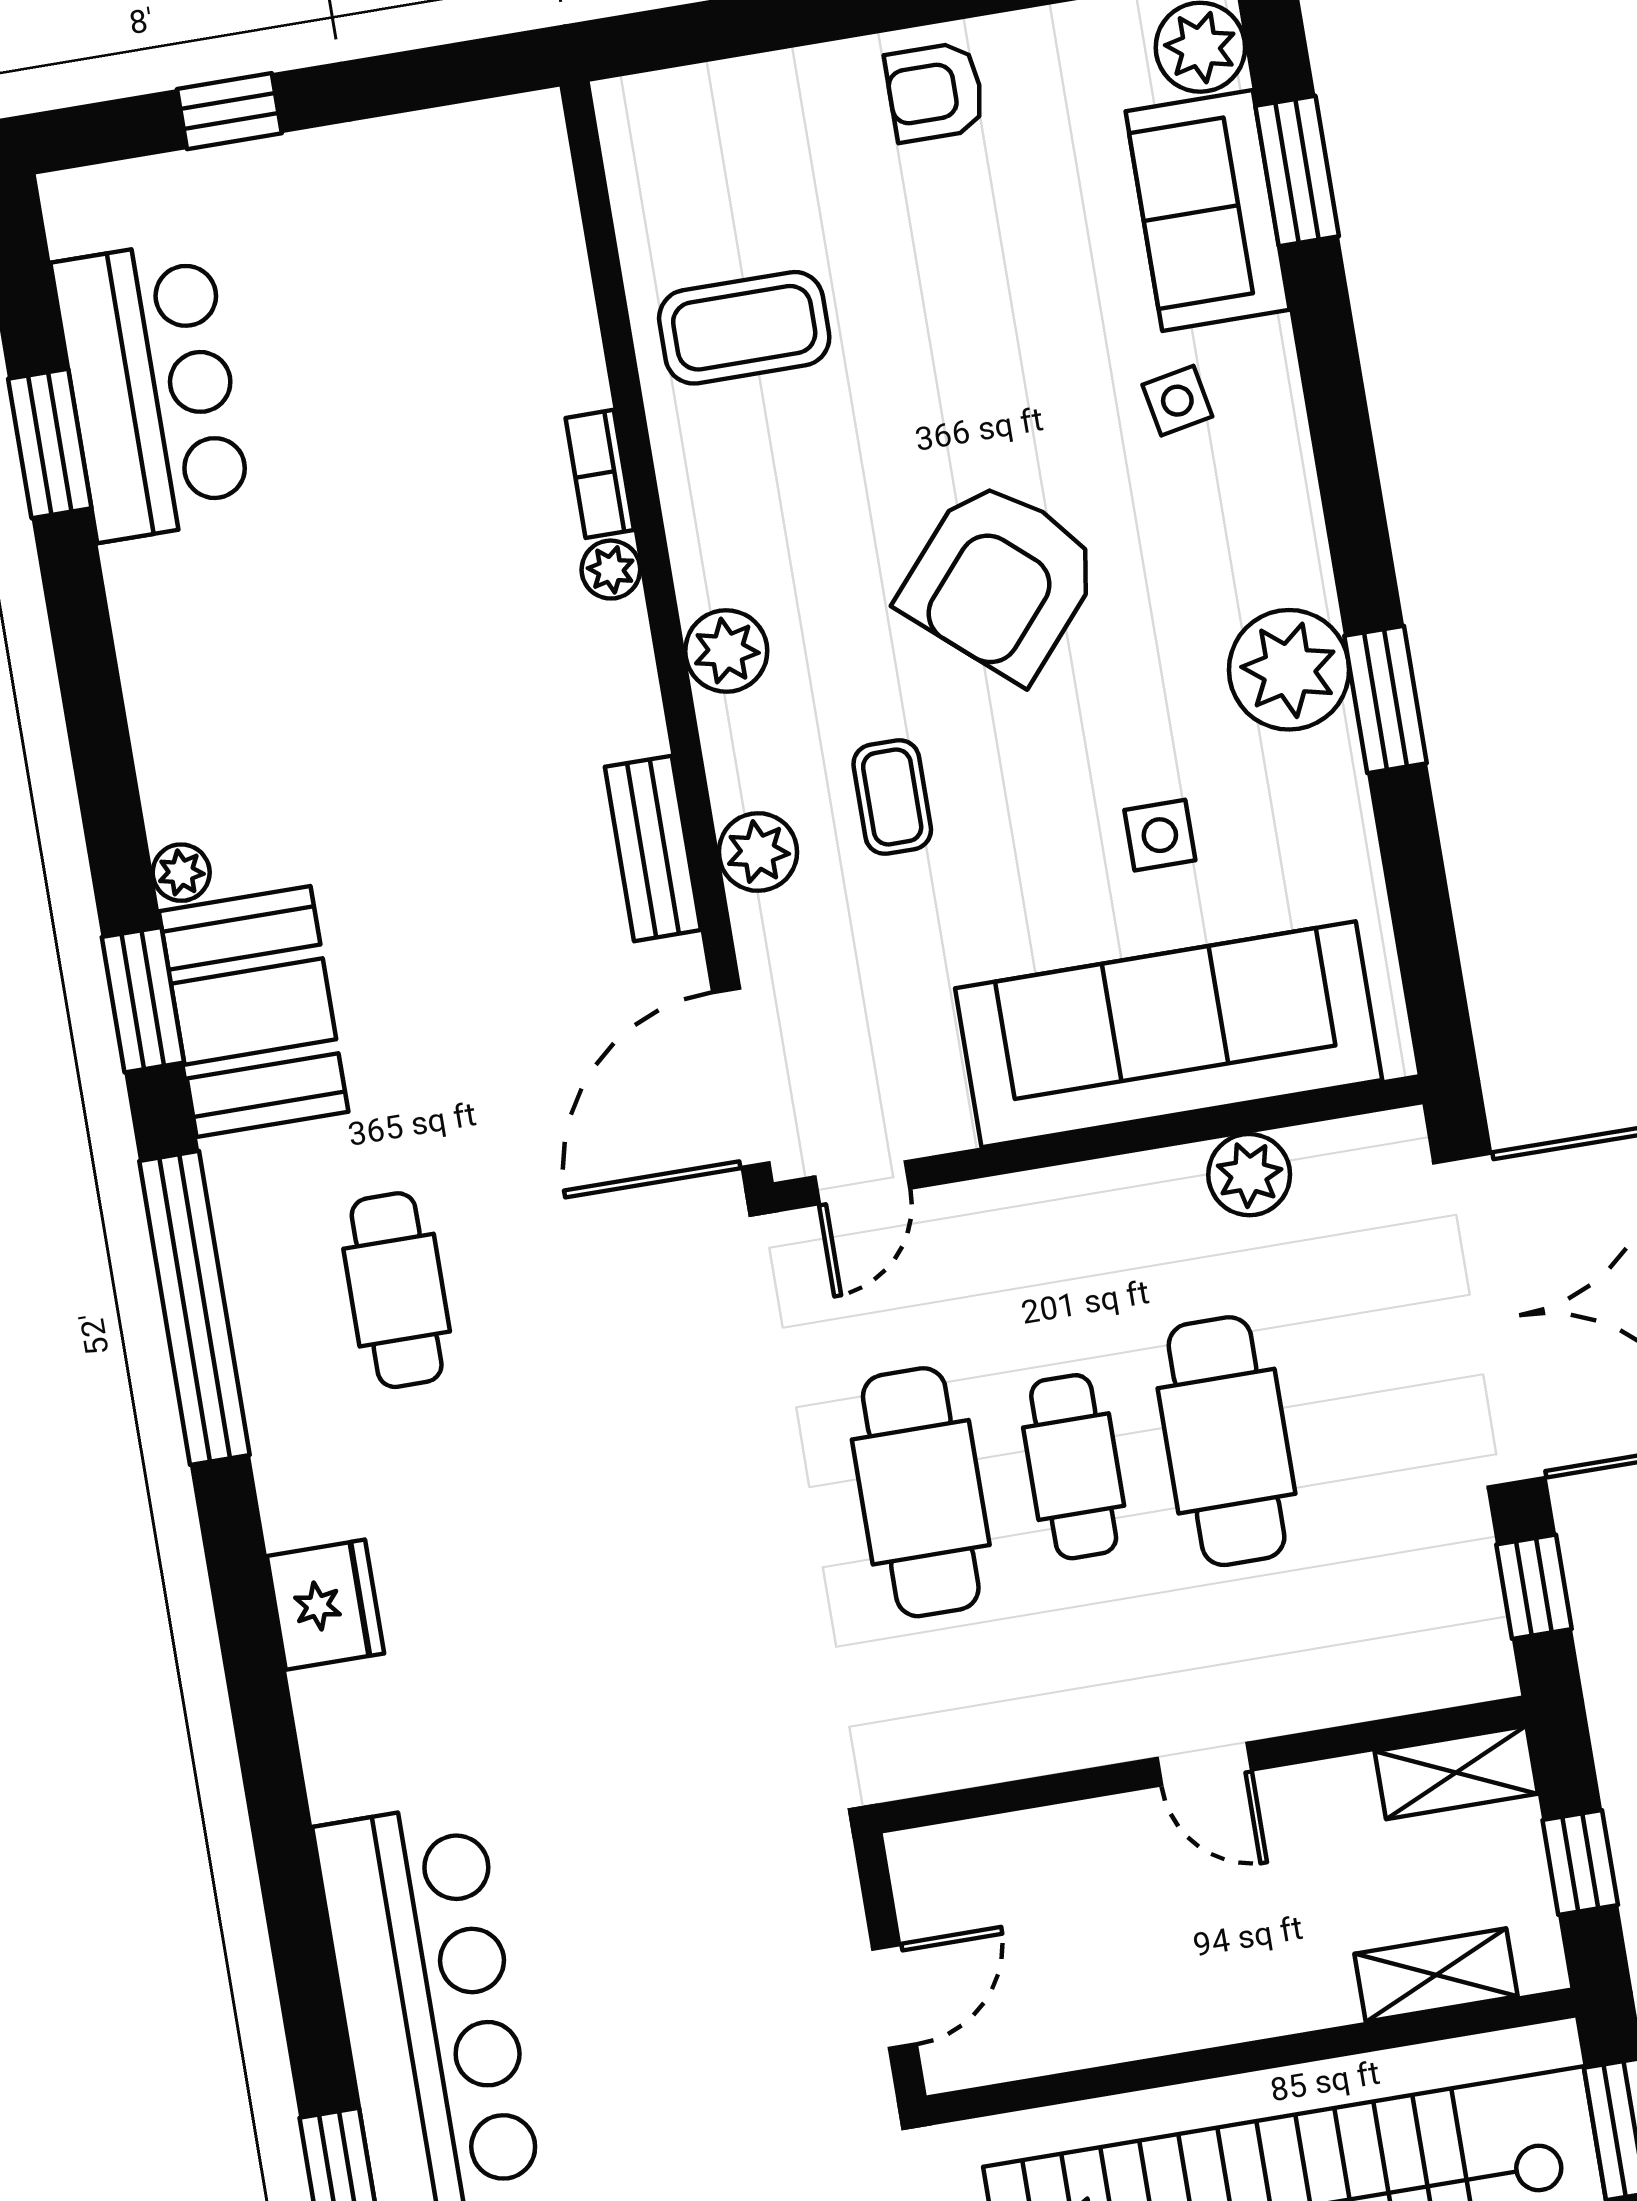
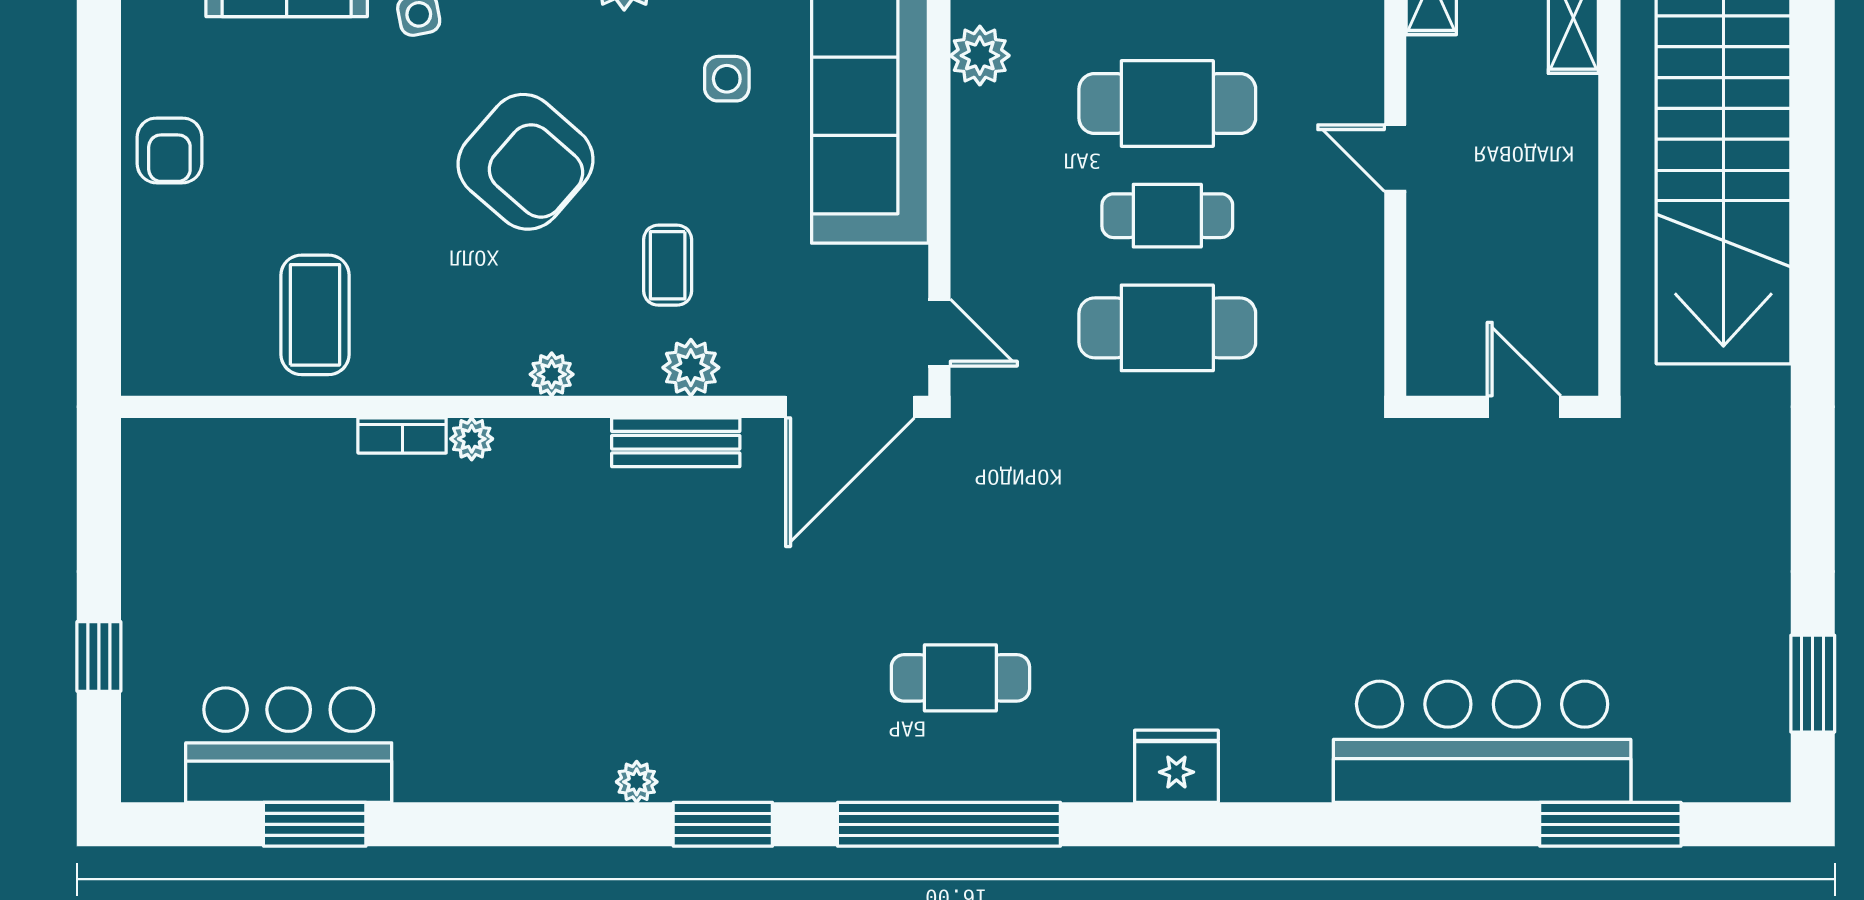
plant: (726, 651) -> (552, 374), width x0.73, depth x0.73
coffee table: (892, 797) -> (668, 265), turned 90
booth: (254, 1011) -> (744, 747), removed
door: (741, 1078) -> (850, 407), hinge flipped
door: (1204, 1764) -> (1395, 158), swing flipped

